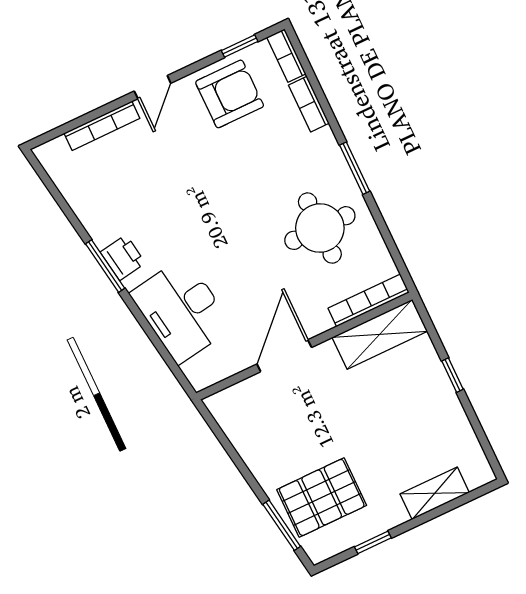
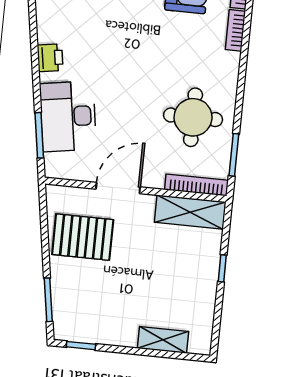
window: (355, 168) -> (234, 155), moved
window: (105, 266) -> (39, 135), moved
pallet: (322, 497) -> (83, 237), moved
window: (373, 542) -> (81, 346), moved

